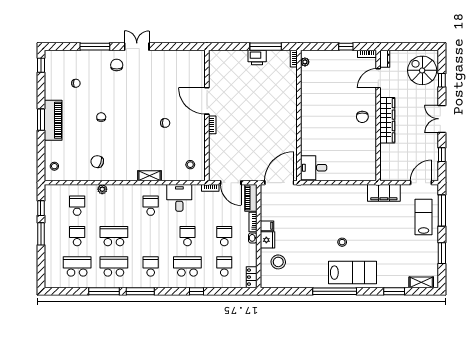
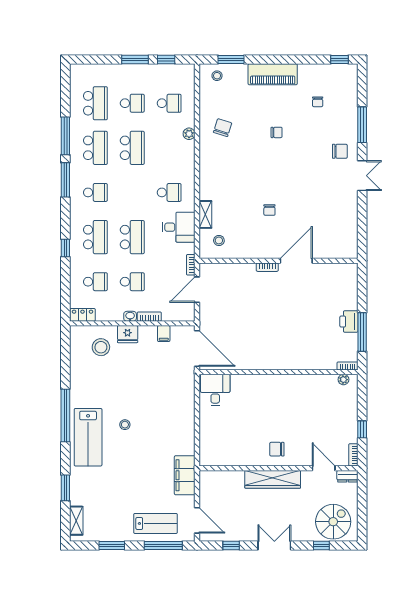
window: (41, 120) -> (231, 59), moved
shelving: (150, 176) -> (205, 214), moved
piano: (251, 198) -> (179, 314), removed
filing cabinet: (267, 226) -> (164, 334), moved
school desk: (187, 236) -> (132, 237), width x1.85

